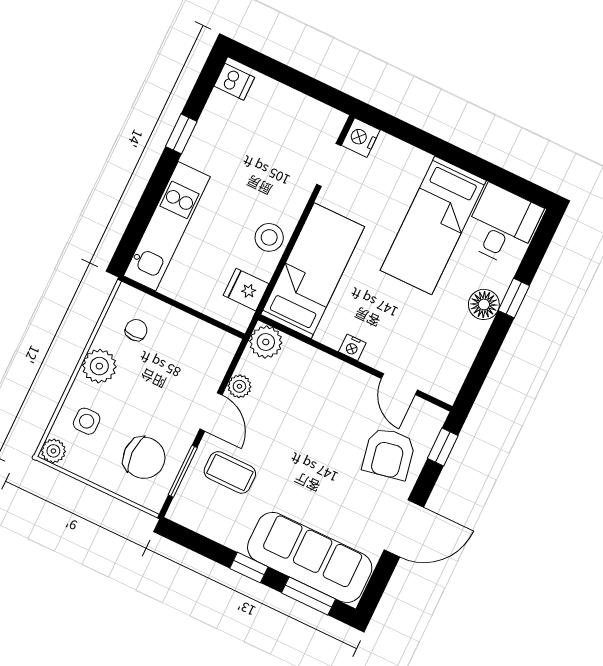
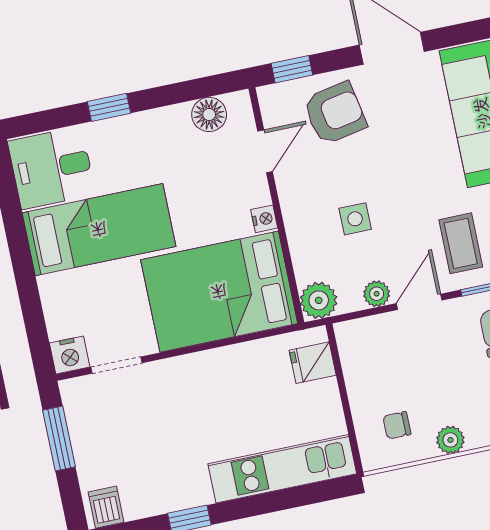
window: (308, 85) -> (59, 438), added
stool: (269, 237) -> (222, 369), removed
bed: (313, 271) -> (219, 292), width x1.50
fridge: (246, 290) -> (313, 363), moved, turned 90
floor lamp: (484, 304) -> (209, 114), moved
plant: (99, 366) -> (450, 440), width x0.73, depth x0.73
side table: (304, 411) -> (355, 219), added

